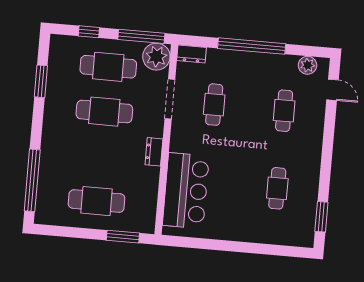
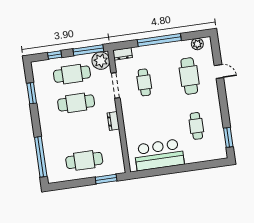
door: (332, 90) -> (219, 71), moved
cafe table: (284, 111) -> (189, 76), width x1.37, depth x1.35
bar counter: (186, 191) -> (159, 155), moved, turned -90

